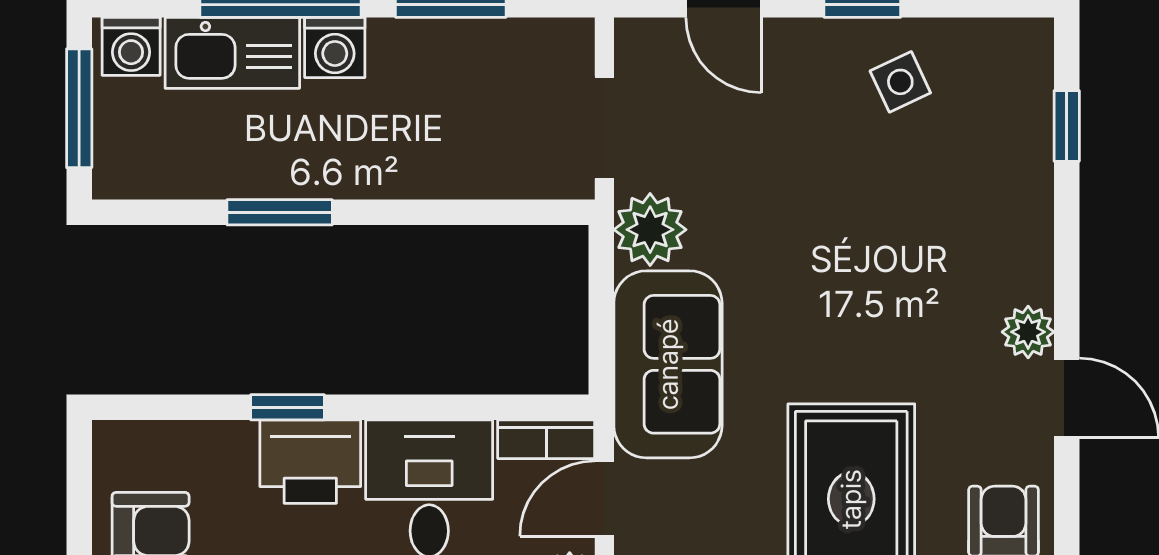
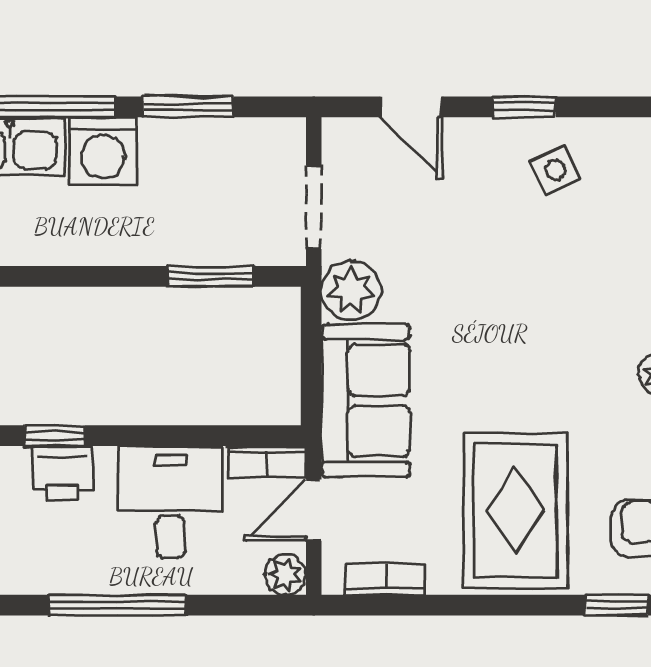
washing machine: (335, 47) -> (103, 151), width x1.38, depth x1.38
window: (280, 212) -> (210, 276), moved
printer: (310, 462) -> (62, 473), width x0.73, depth x0.81

